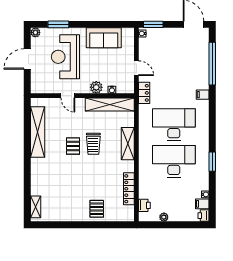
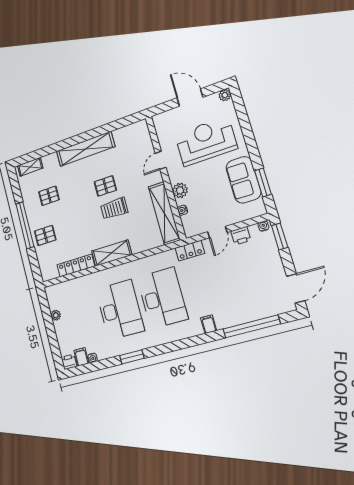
window: (58, 24) -> (263, 183), moved
shelving: (38, 132) -> (85, 149), moved
shelving: (128, 144) -> (112, 253), moved
pallet: (65, 197) -> (49, 196), added
printer: (144, 205) -> (241, 236), moved
window: (83, 225) -> (25, 225), added

